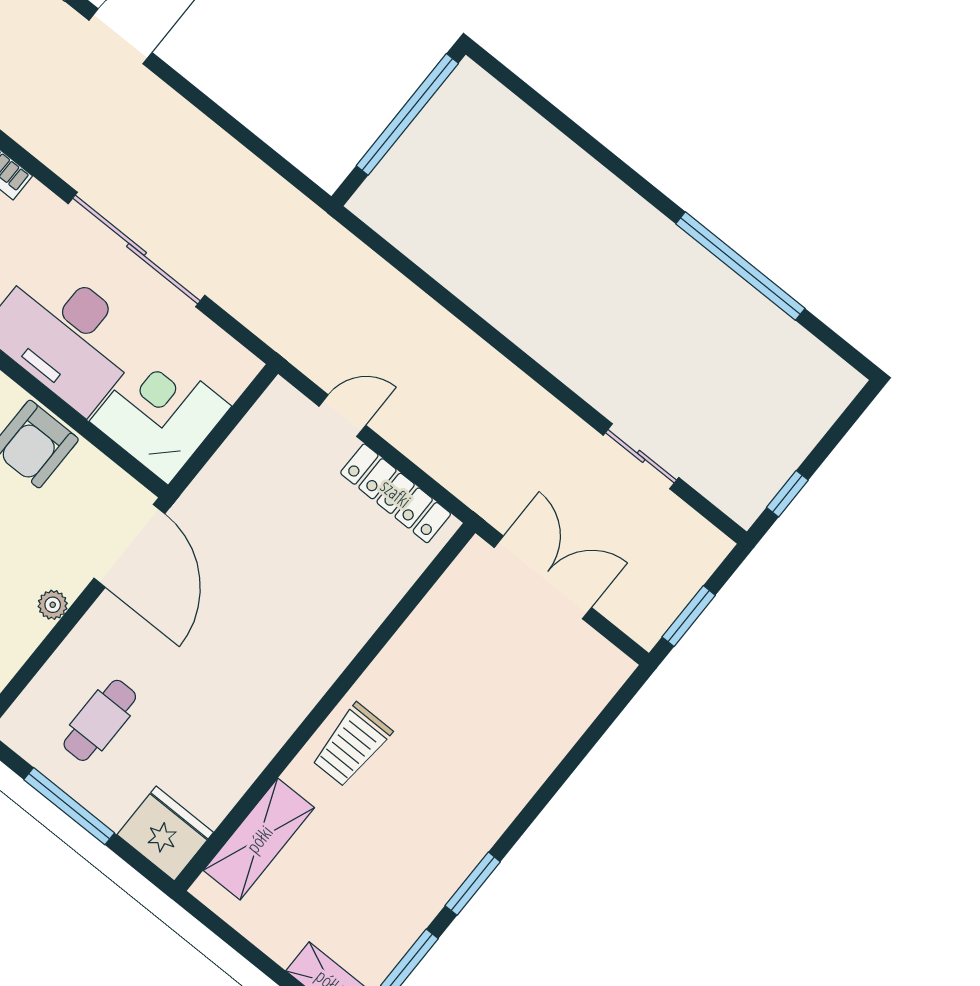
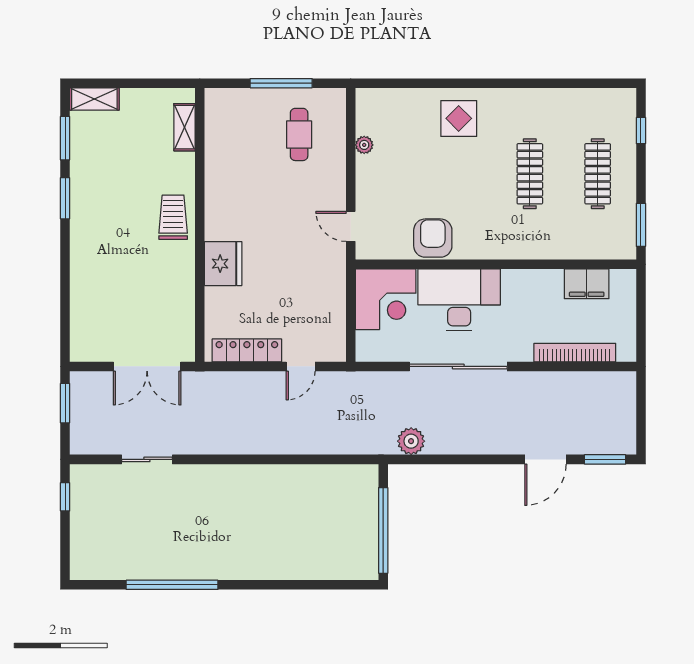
plant: (277, 202) -> (411, 441), added
door: (129, 546) -> (351, 226), width x0.53
plant: (53, 605) -> (364, 145), moved
fridge: (165, 833) -> (223, 264), moved, turned -90
shelving: (259, 839) -> (184, 127), width x0.67, depth x0.75

